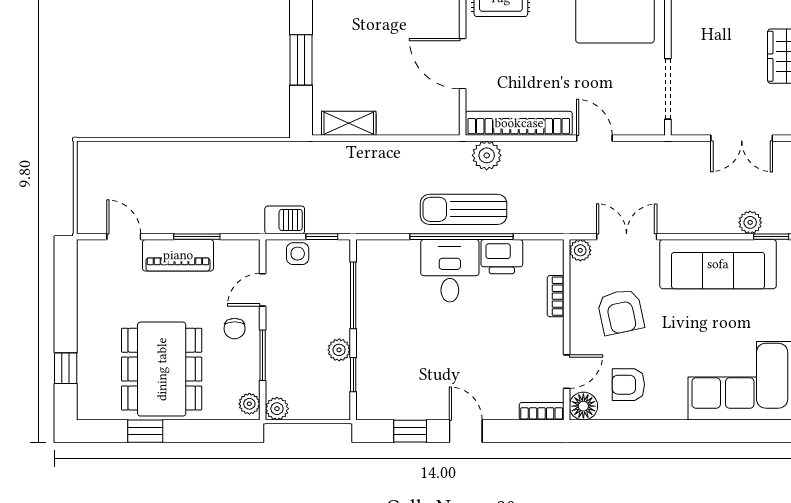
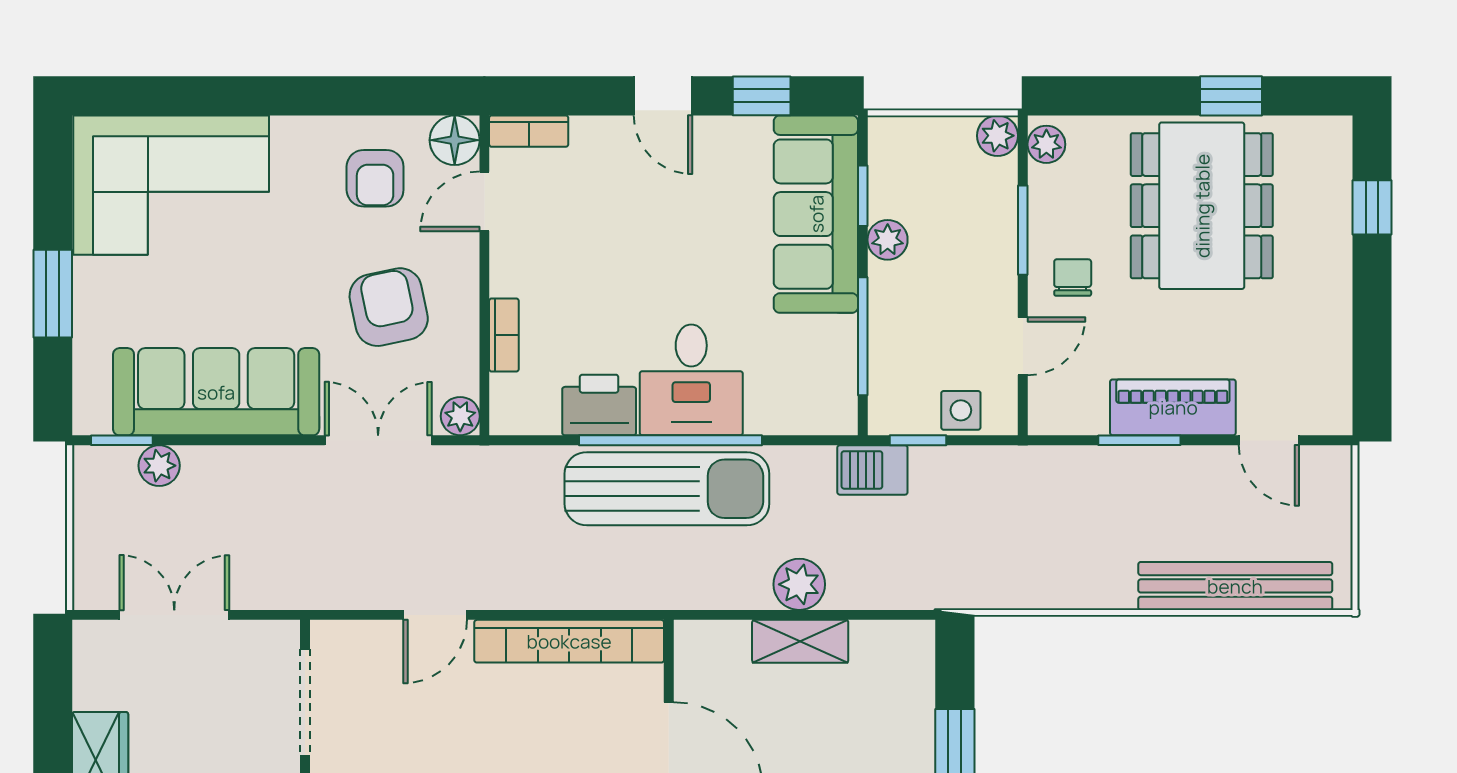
shelving: (349, 123) -> (800, 641), moved
door: (594, 138) -> (435, 615), hinge flipped
bench: (143, 154) -> (1235, 586), added
plant: (487, 155) -> (799, 584), moved
sun lounger: (464, 209) -> (667, 489), width x1.36, depth x1.34
barbecue: (285, 220) -> (872, 470), moved
double door: (627, 237) -> (378, 440), swing flipped
sofa: (379, 364) -> (816, 214), added
armchair: (628, 385) -> (375, 178), turned 90

